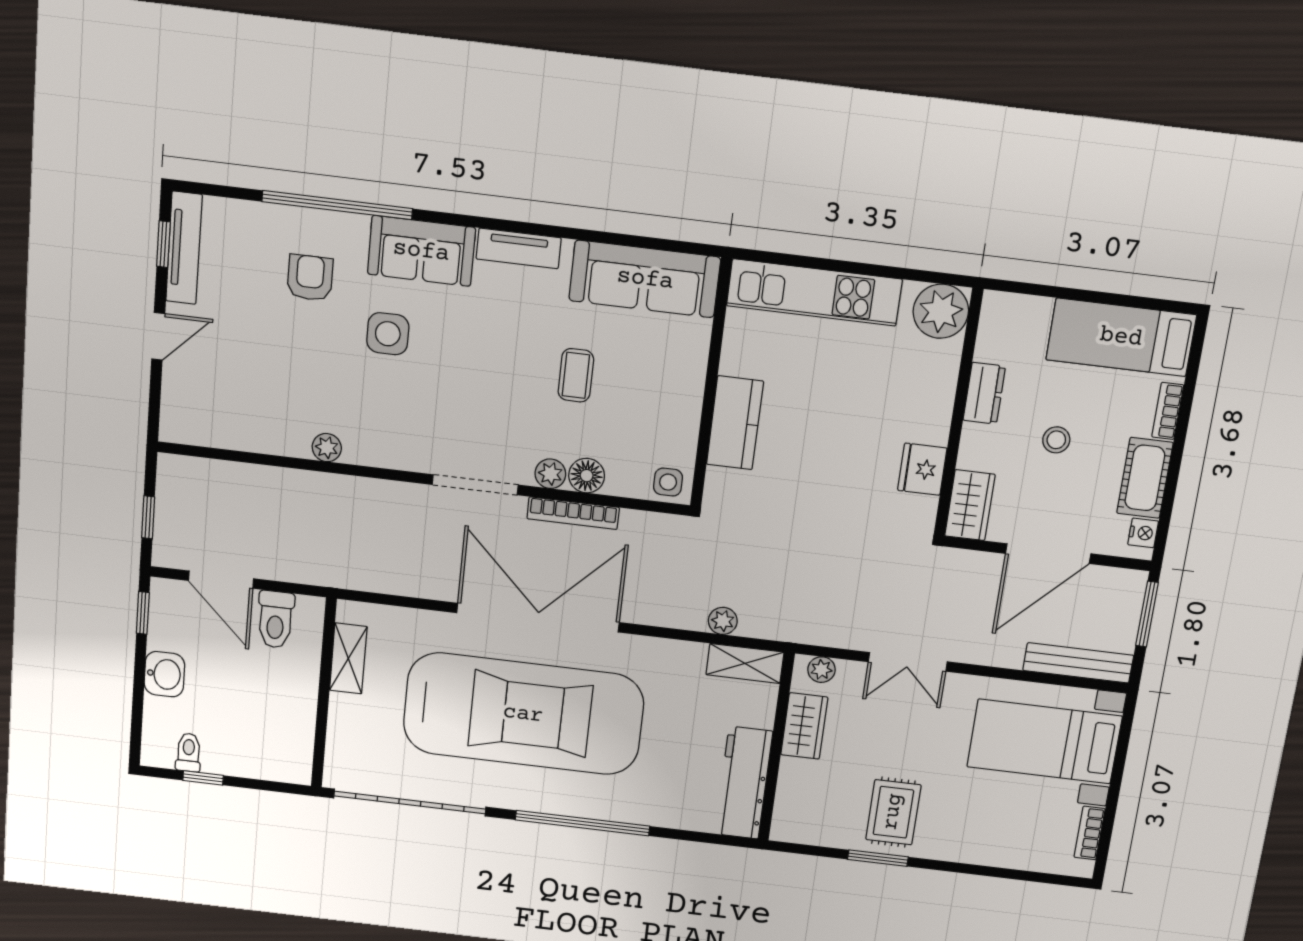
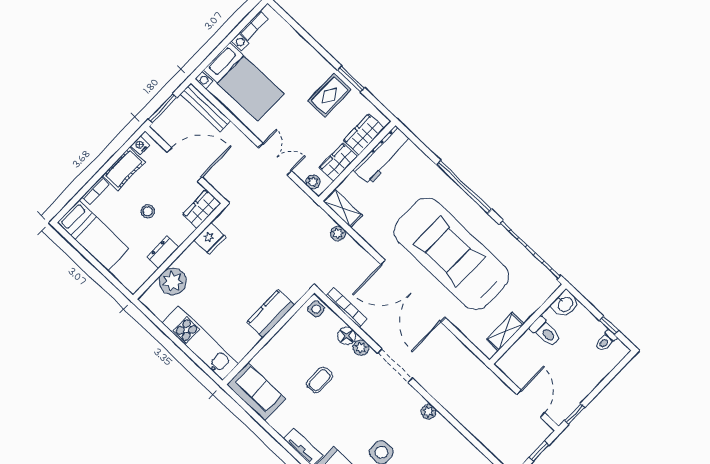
sofa: (645, 279) -> (256, 392), width x0.73
plant: (941, 311) -> (173, 282), moved
plant: (327, 448) -> (429, 412), moved
bookcase: (573, 513) -> (346, 307), moved
toilet: (276, 620) -> (545, 332), moved, turned 90
washbasin: (164, 674) -> (565, 304), moved, turned 180
wardrobe: (796, 793) -> (364, 135), added

